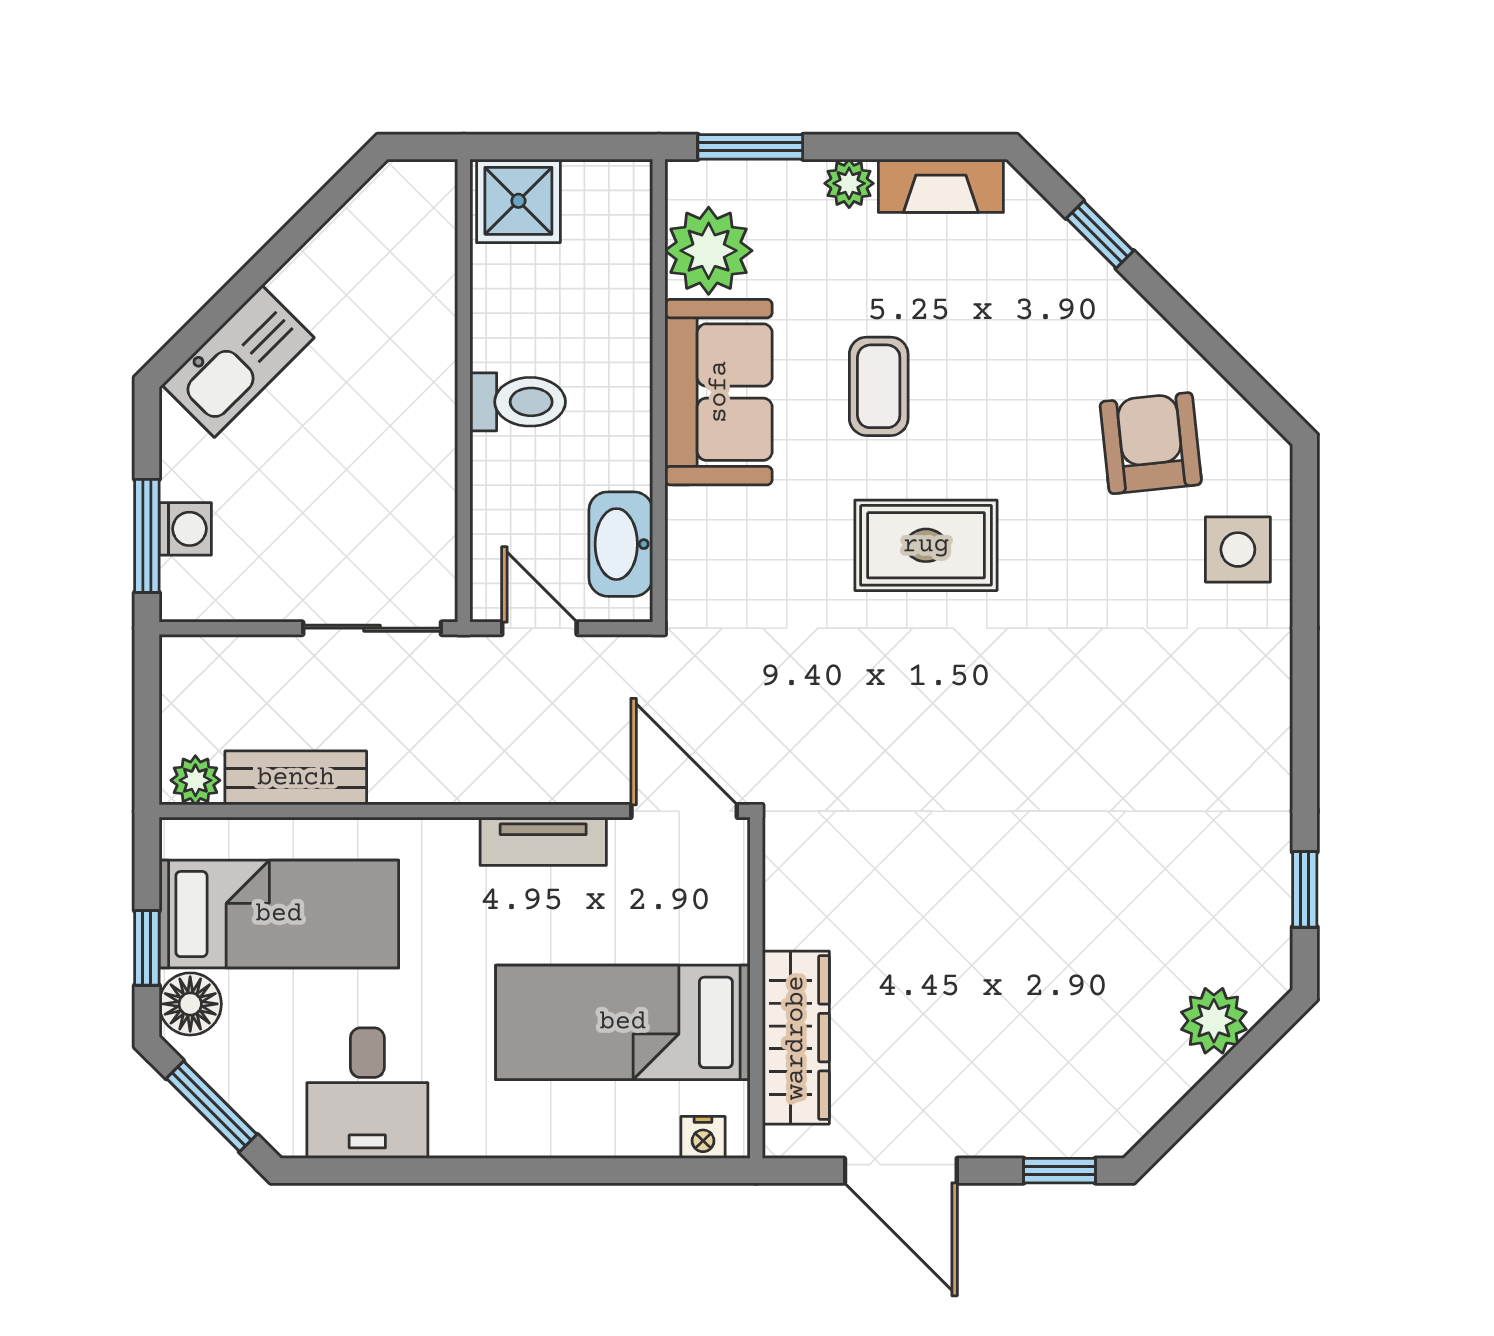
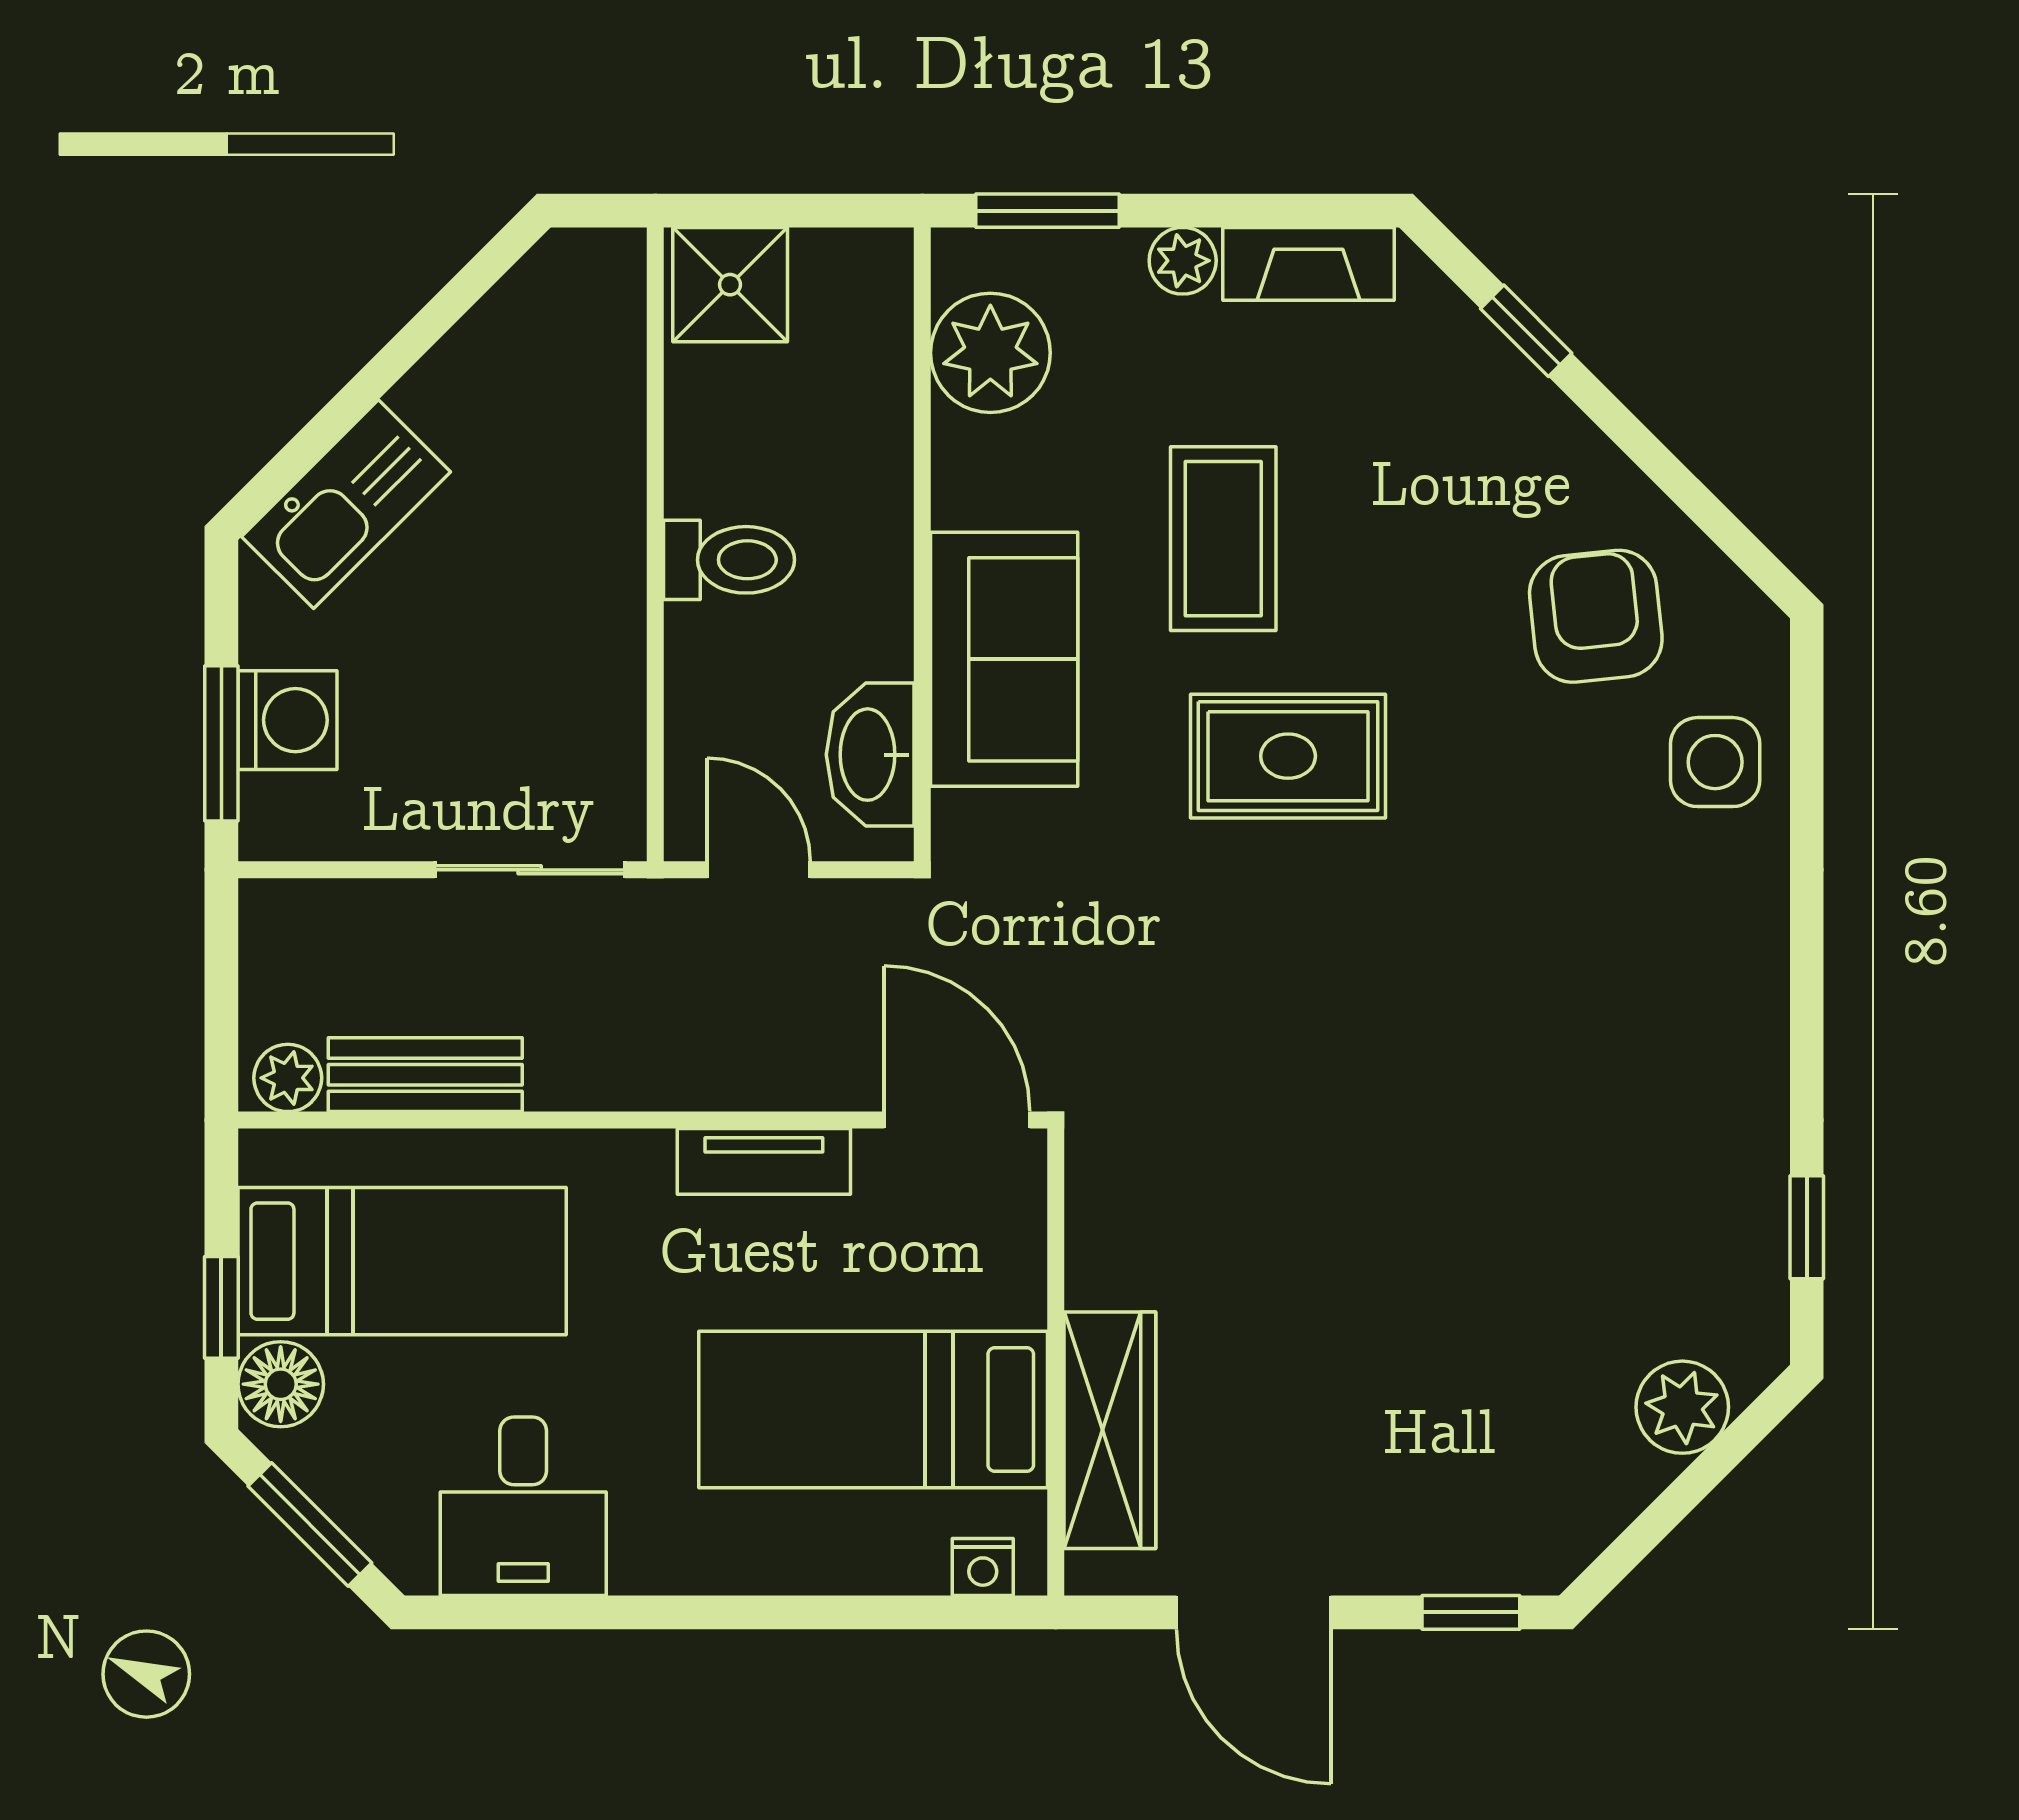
coffee table: (879, 386) -> (1223, 539), width x1.36, depth x1.30
sofa: (719, 392) -> (1004, 659), moved
washing machine: (185, 529) -> (287, 720), width x1.38, depth x1.38

